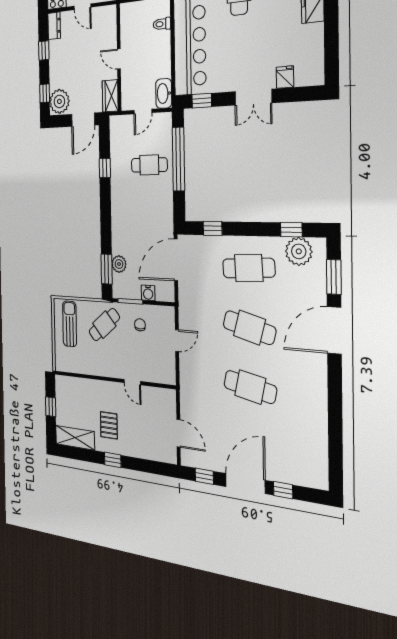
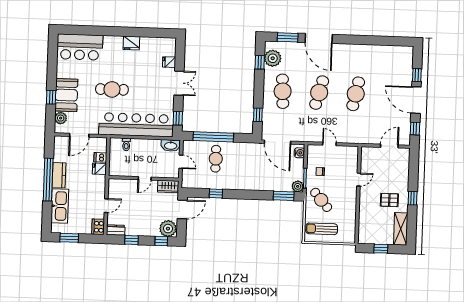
door: (83, 120) -> (182, 209), hinge flipped
plant: (119, 264) -> (298, 186), moved
water cooler: (148, 293) -> (299, 153), moved

